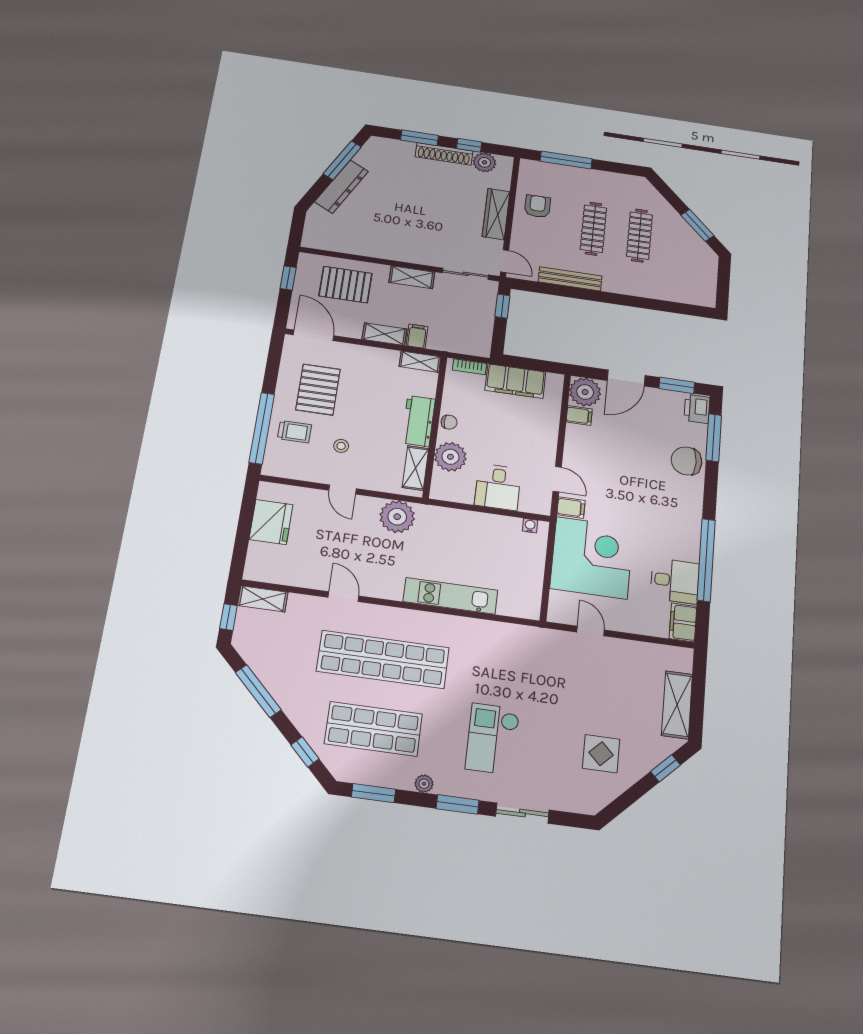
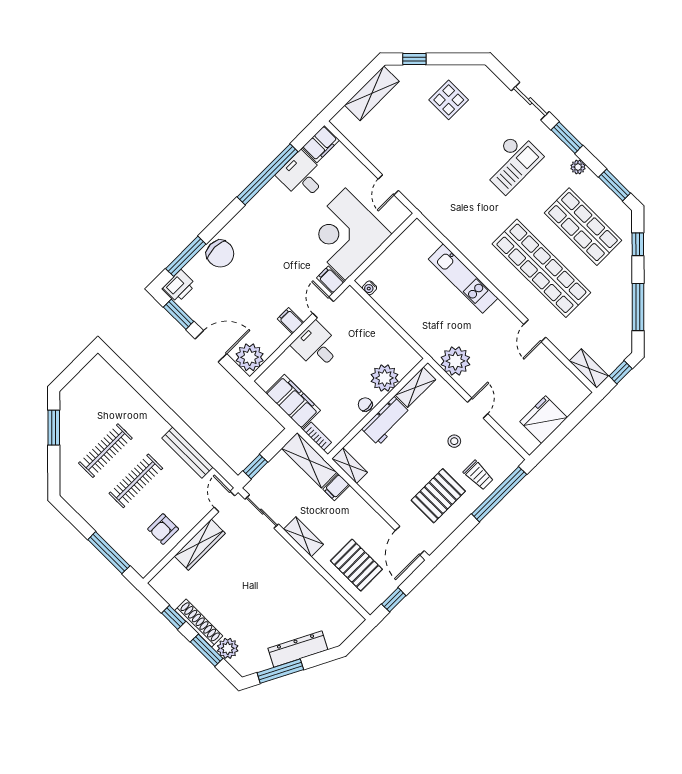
plant: (484, 162) -> (228, 648), moved
shelving: (384, 334) -> (309, 460), moved, width x1.50, depth x1.33
filing cabinet: (579, 415) -> (291, 321), moved
trolley: (295, 432) -> (478, 475), turned 180
desk: (498, 487) -> (316, 346), moved, turned -90

